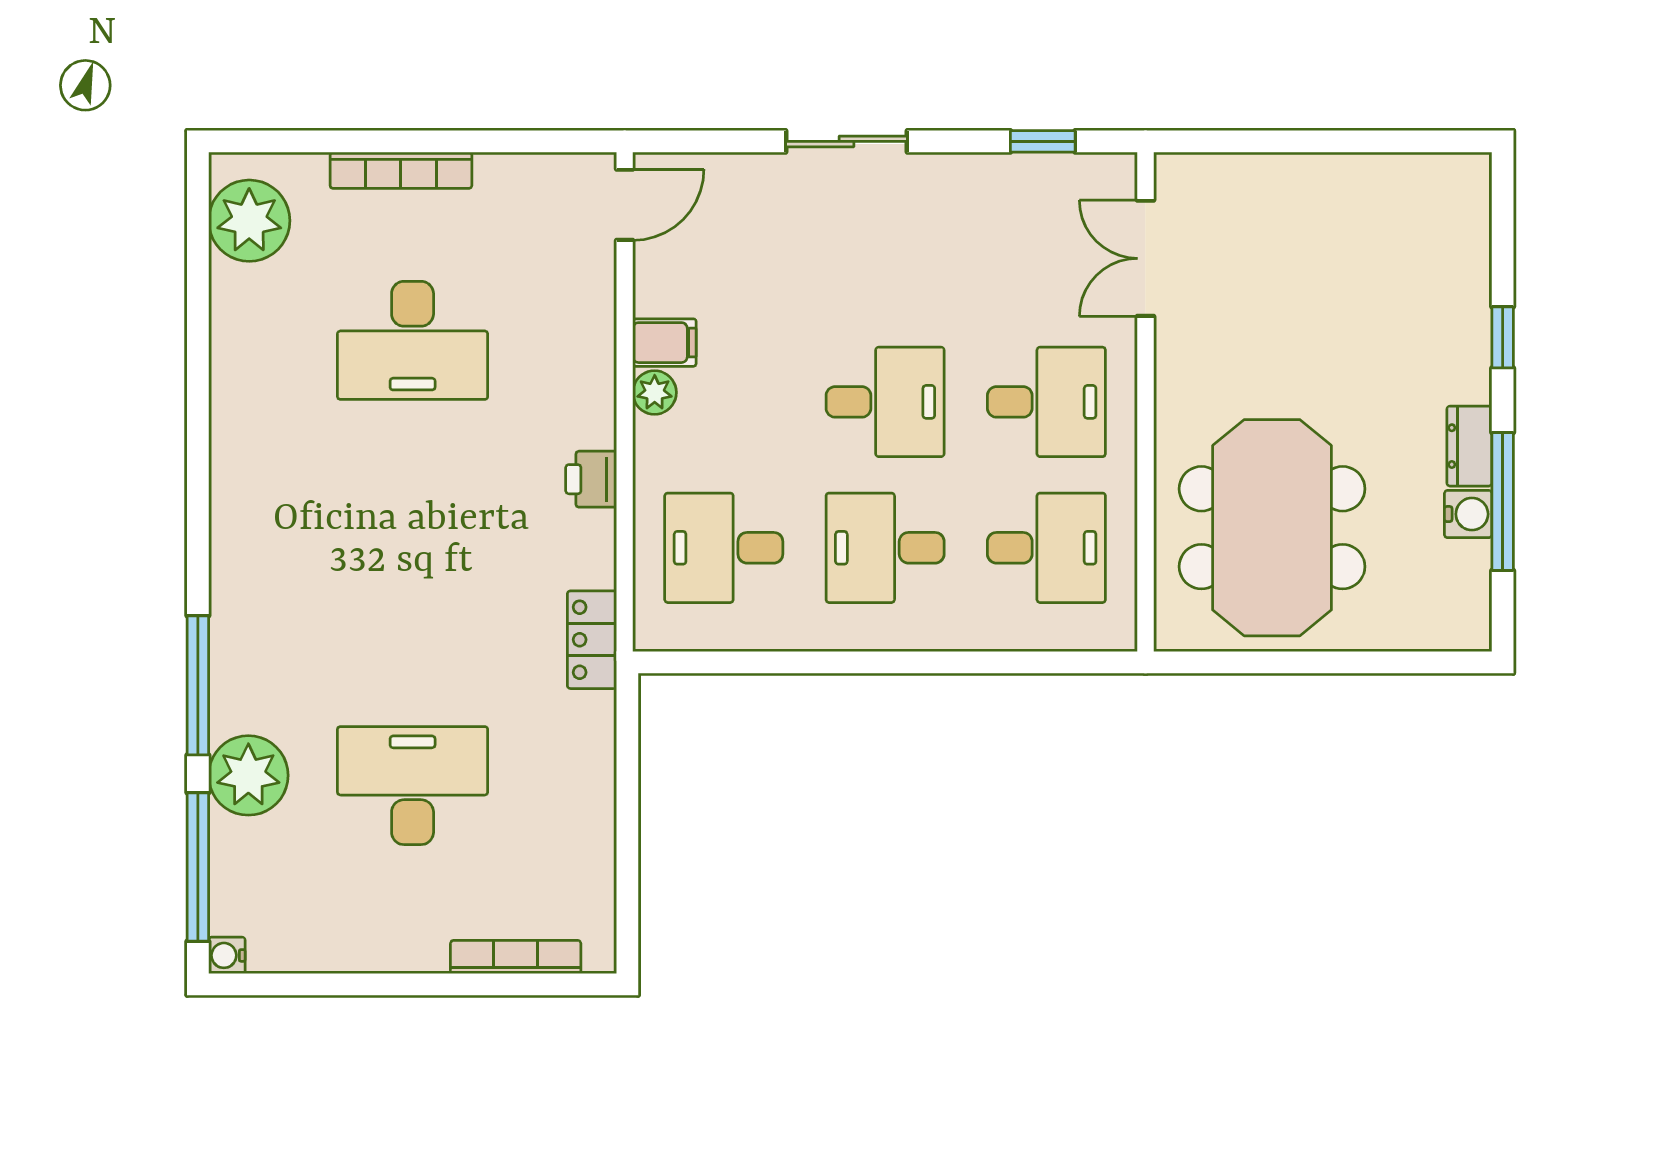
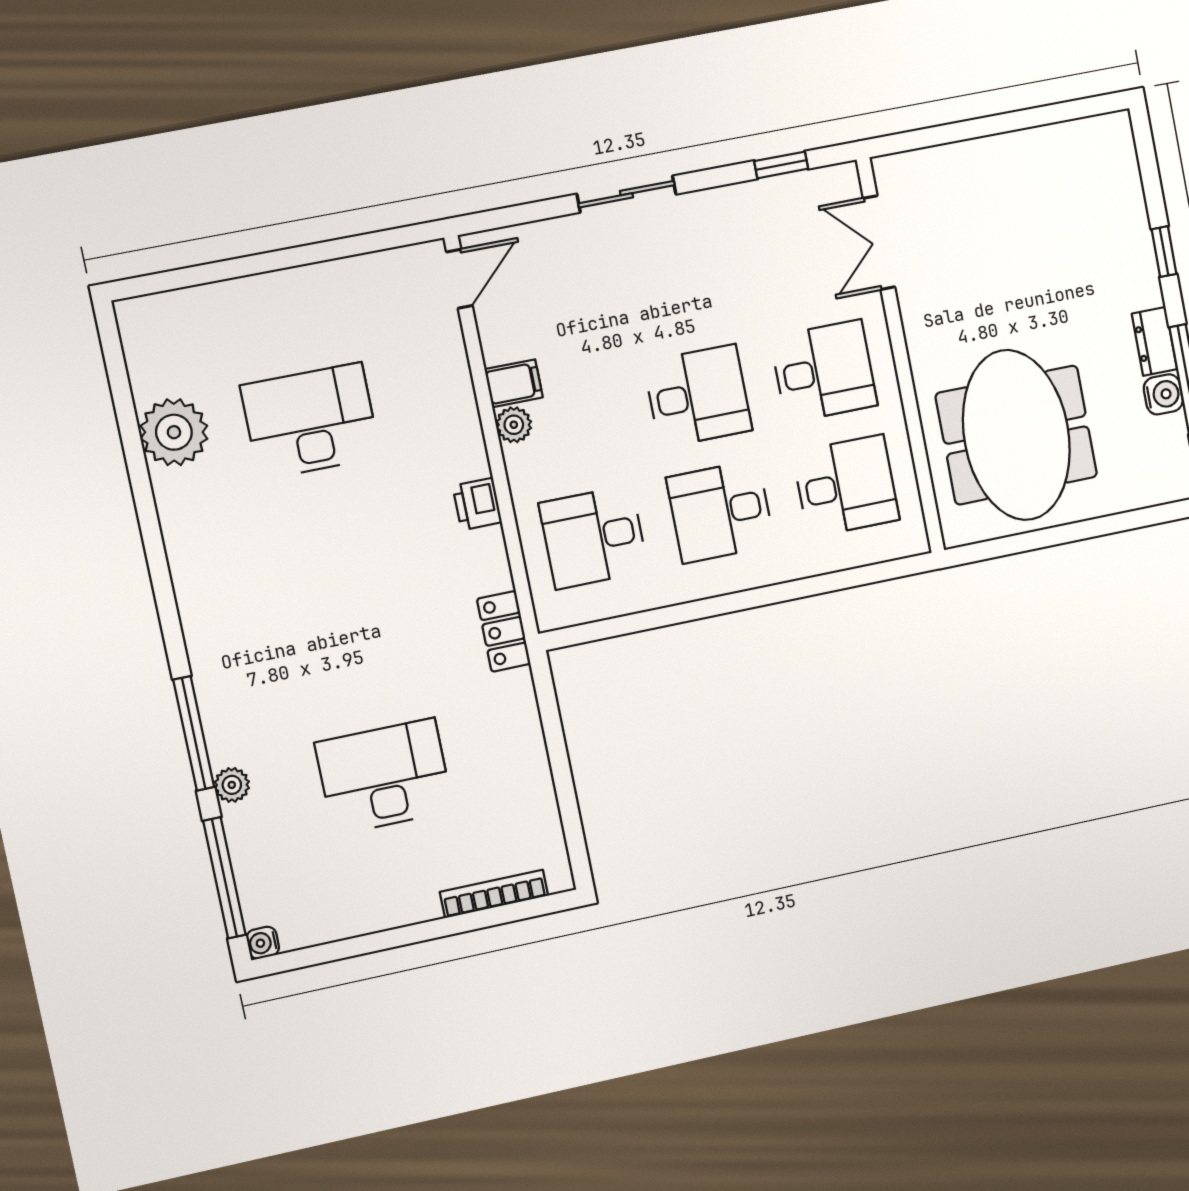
bookcase: (401, 170) -> (273, 285), removed
plant: (249, 221) -> (174, 432), moved
desk: (413, 340) -> (310, 421), turned 180
plant: (248, 775) -> (232, 785), width x0.53, depth x0.53

